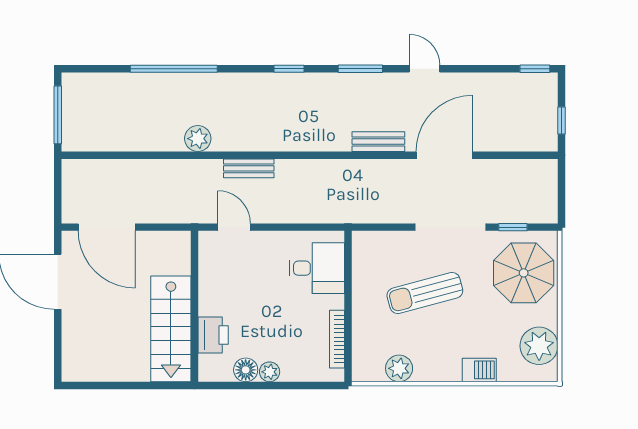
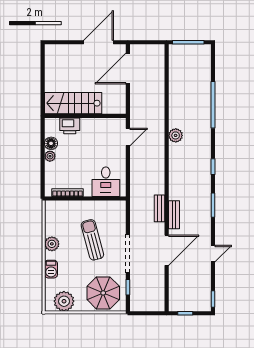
door: (425, 69) -> (213, 254), moved
plant: (198, 139) -> (176, 135), moved
door: (444, 155) -> (167, 250), hinge flipped
bench: (249, 168) -> (159, 208), moved
plant: (399, 368) -> (52, 244), moved

